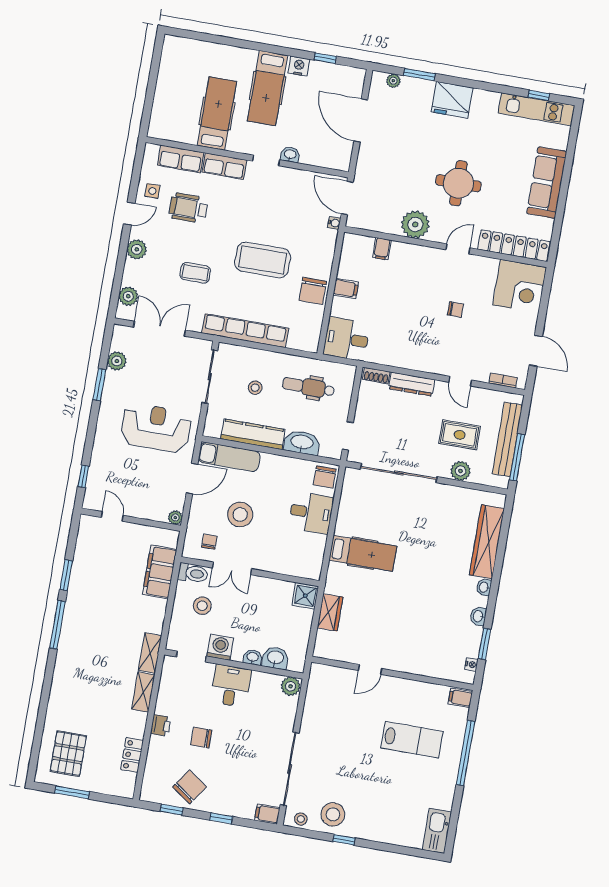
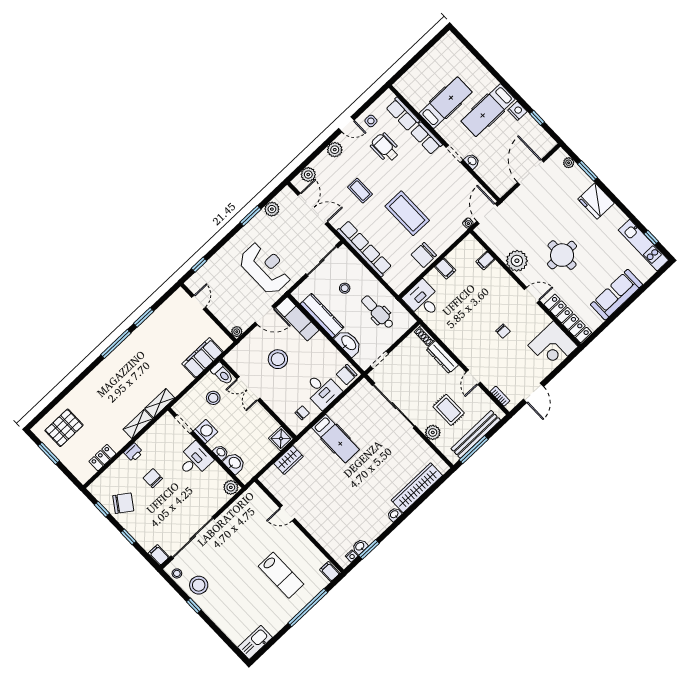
chair: (209, 542) -> (302, 413), moved
washbasin: (478, 616) -> (360, 547), moved

